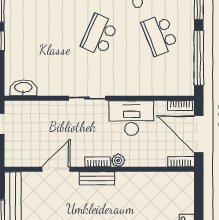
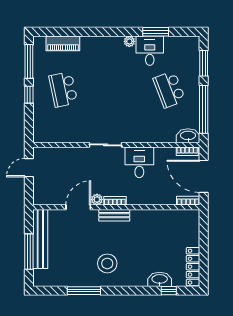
school desk: (99, 35) -> (63, 89), moved, turned -36
washbasin: (23, 88) -> (188, 136), moved
desk: (132, 118) -> (139, 162), width x0.73
plant: (118, 160) -> (97, 200), moved

